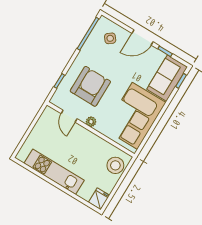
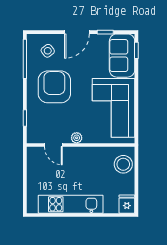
armchair: (90, 86) -> (54, 87), moved

